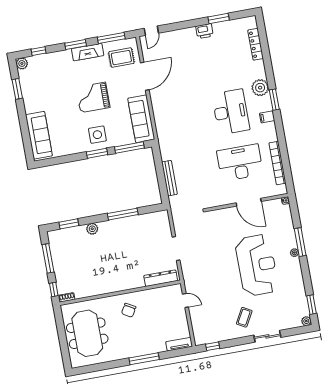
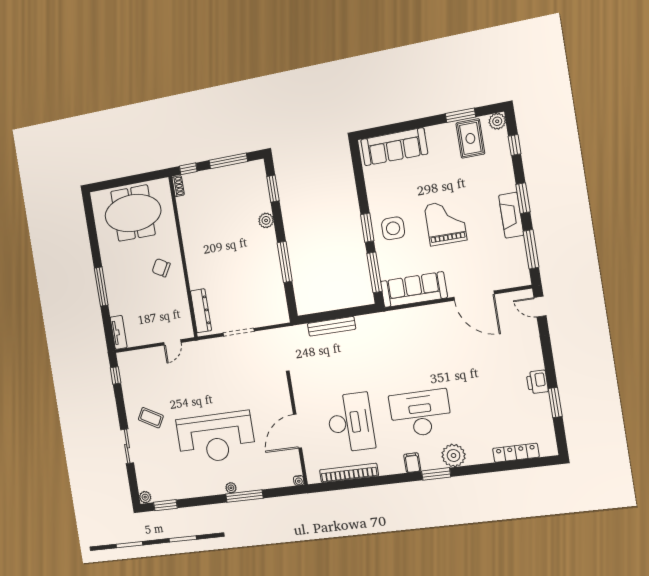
rug: (121, 58) -> (470, 138), moved
desk: (231, 112) -> (420, 413), turned 180

